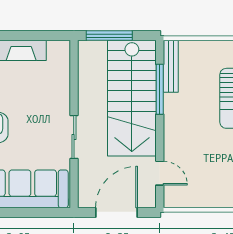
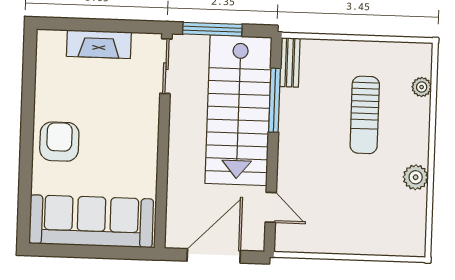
bench: (171, 66) -> (290, 62), width x0.73
sliding door: (74, 137) -> (166, 66), moved

